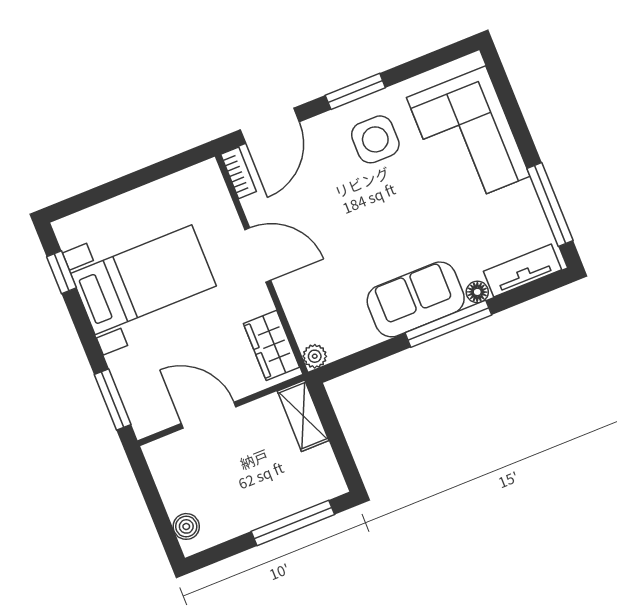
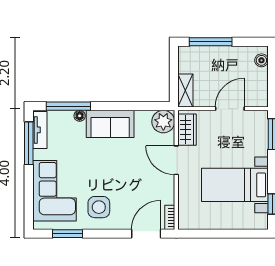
window: (355, 91) -> (68, 234), moved
door: (258, 255) -> (176, 160), moved
tv unit: (522, 270) -> (40, 130), moved, turned -90
window: (448, 324) -> (68, 106), moved
plant: (315, 356) -> (163, 122), width x1.87, depth x1.87
door: (209, 415) -> (230, 109), swing flipped

